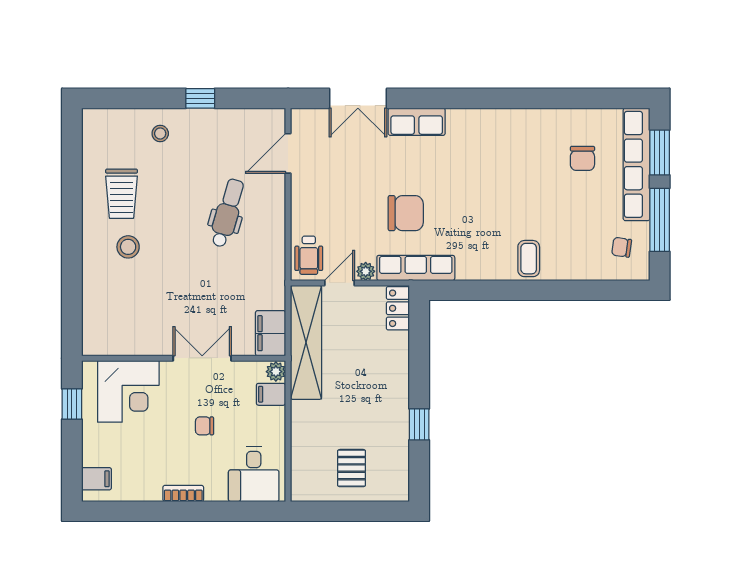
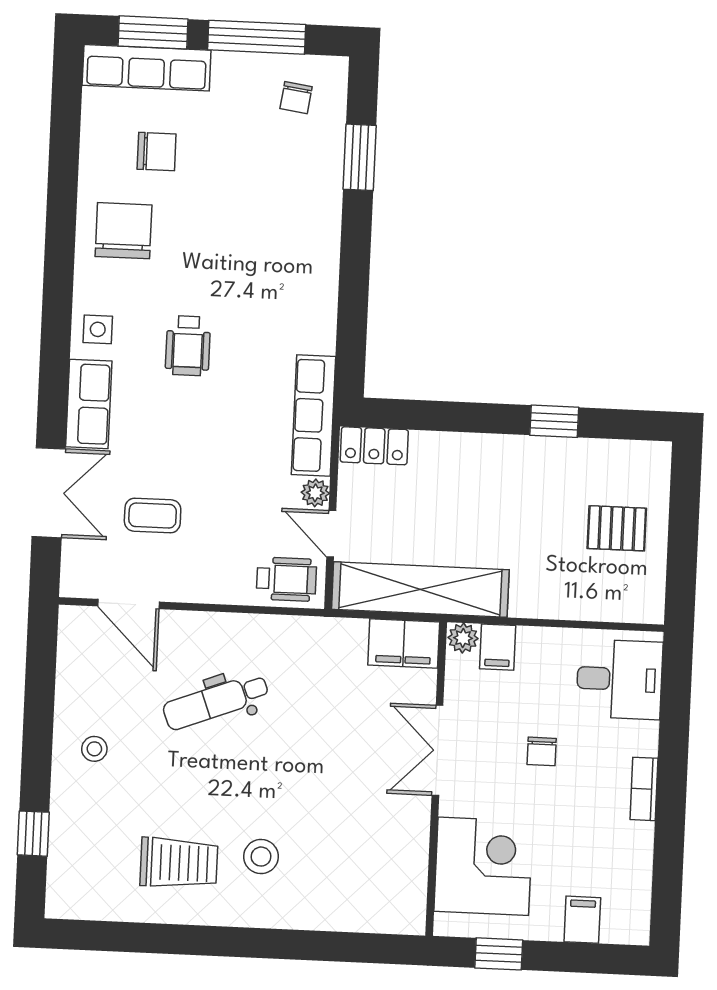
window: (200, 98) -> (33, 834), moved
side table: (465, 125) -> (98, 329), added
stool: (160, 133) -> (94, 749), moved
row of seats: (637, 164) -> (147, 68), width x0.73
wheelchair: (457, 184) -> (188, 346), added
dental chair: (227, 213) -> (216, 702), turned -37
chair: (406, 213) -> (124, 231), moved
coffee table: (529, 259) -> (153, 515), moved
window: (585, 290) -> (360, 157), added
filing cabinet: (97, 479) -> (582, 920), moved

